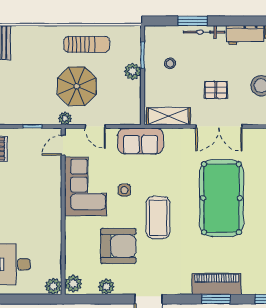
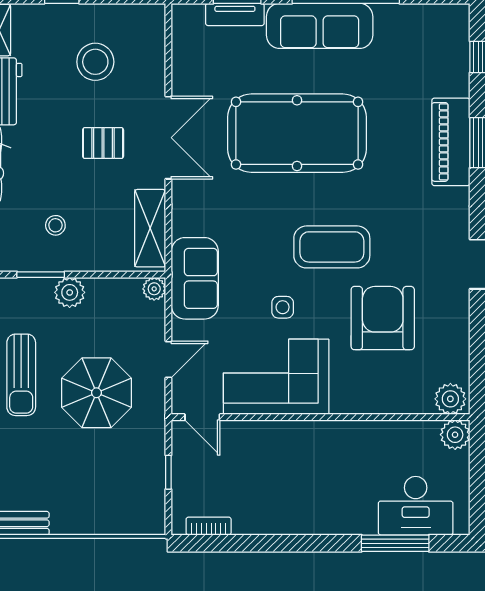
sun lounger: (87, 44) -> (21, 375), turned 180
pallet: (216, 90) -> (103, 143), turned 90
plant: (65, 118) -> (154, 289), moved
plant: (106, 287) -> (456, 340), removed

